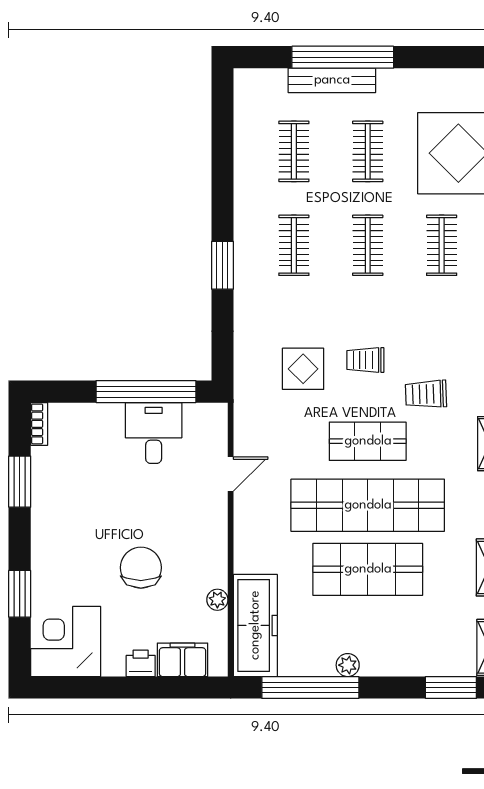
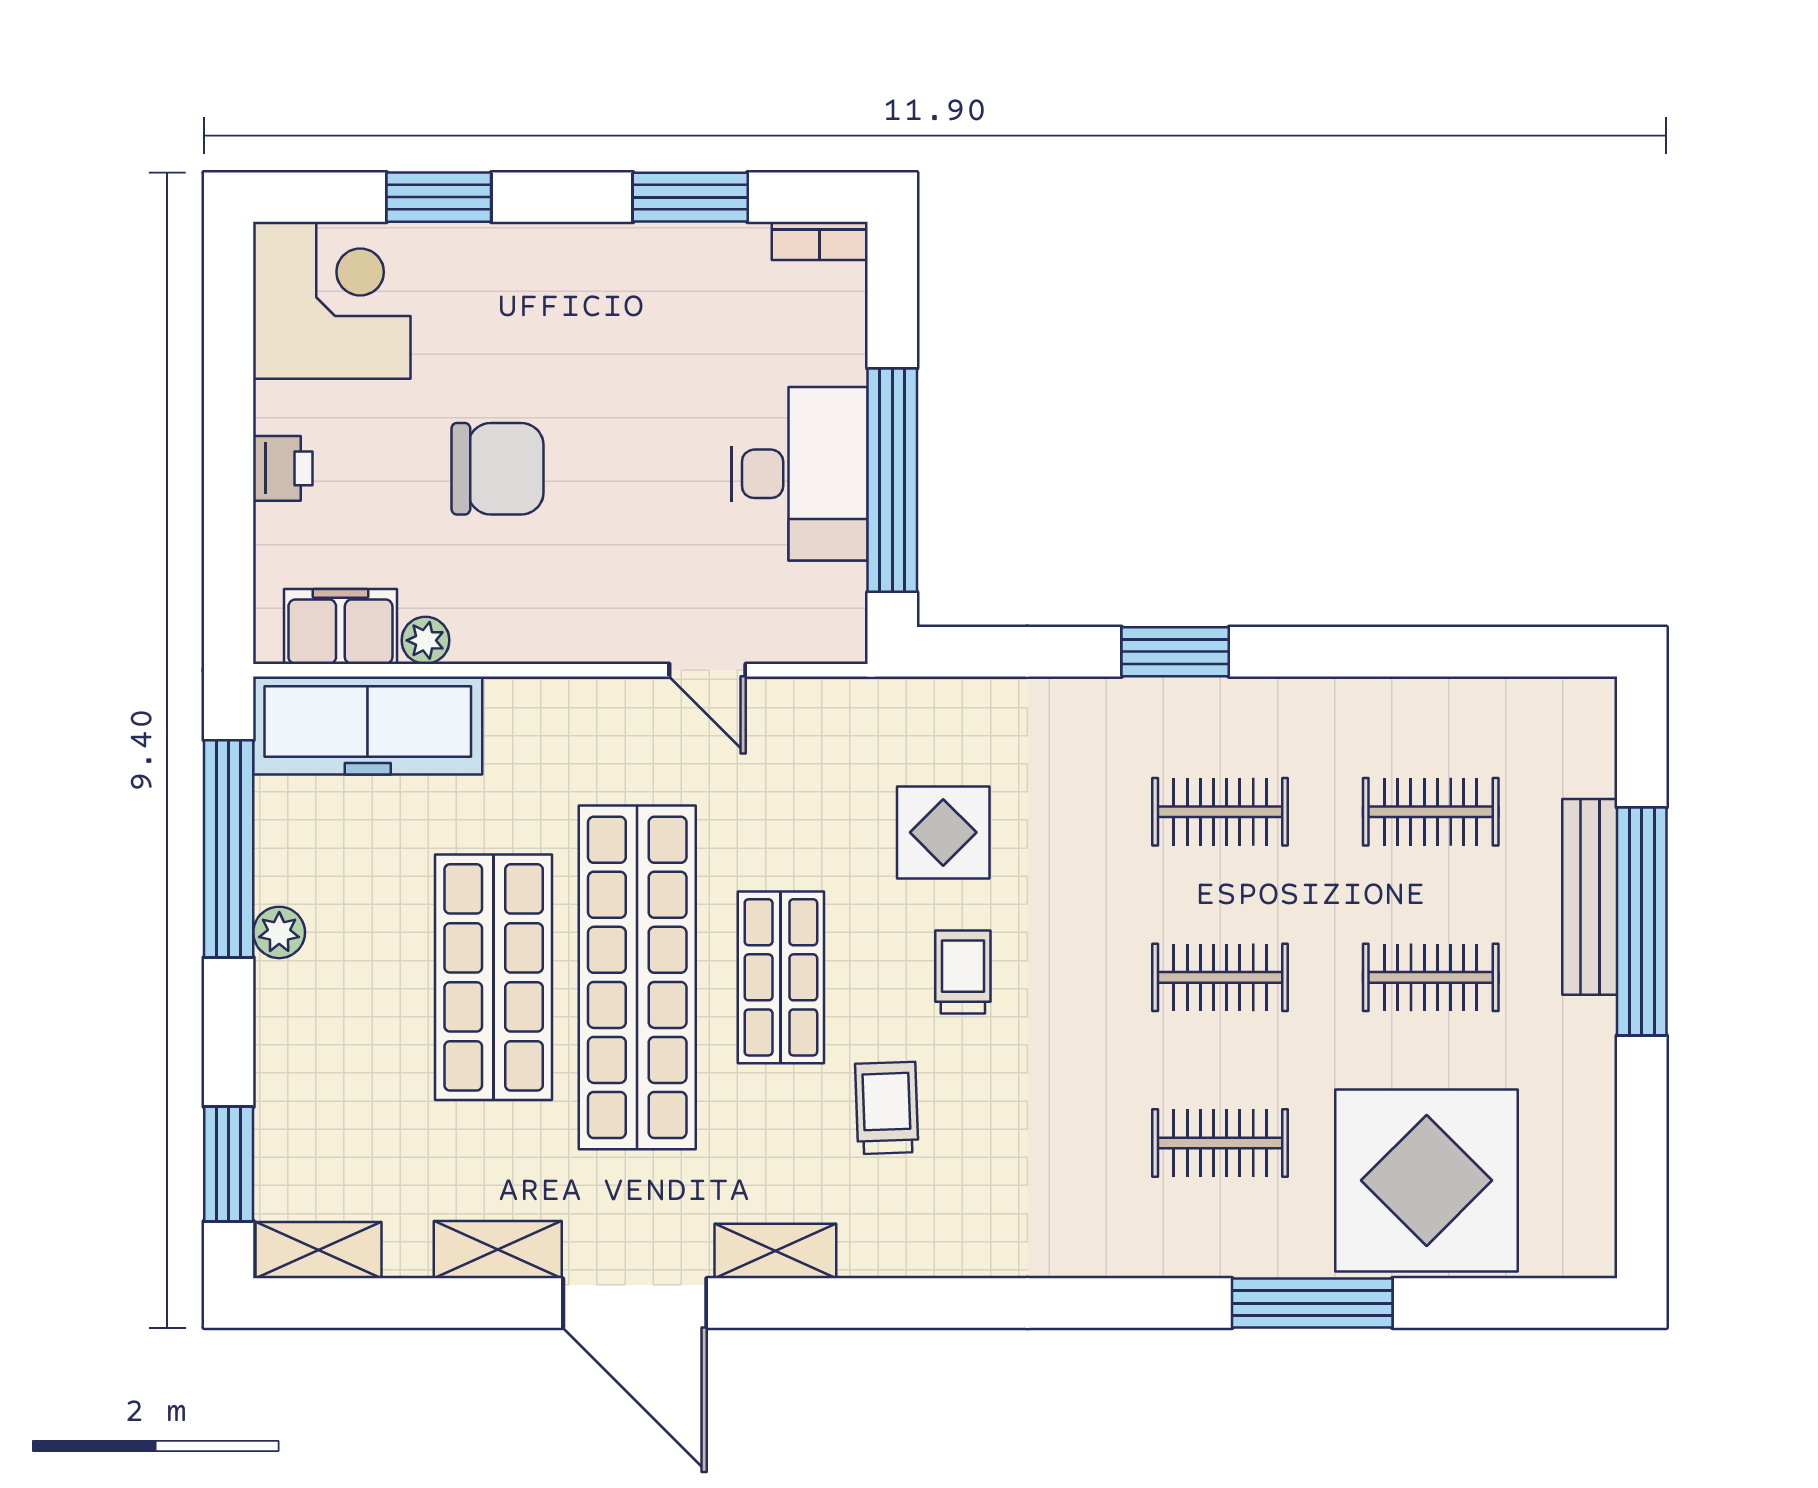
desk: (154, 433) -> (799, 474), width x1.37
filing cabinet: (183, 660) -> (340, 626), moved, turned -90

